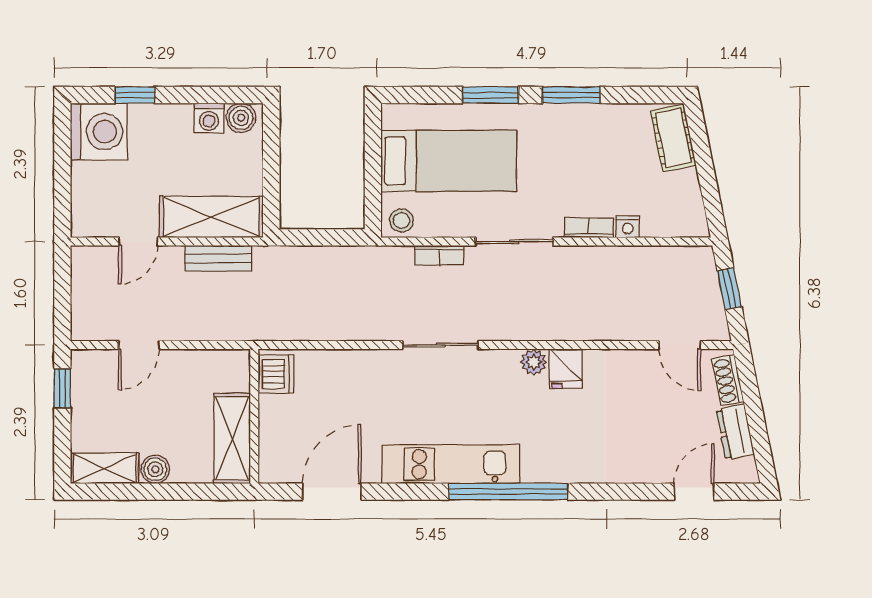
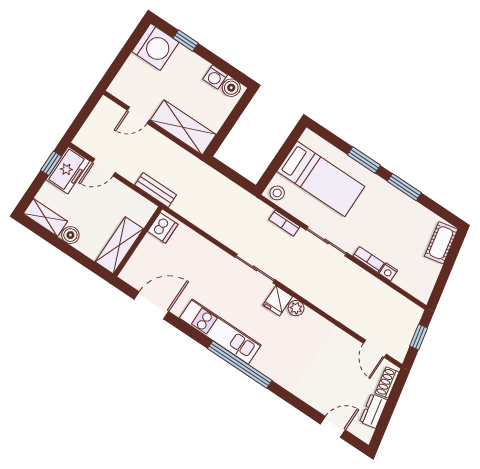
bench: (218, 258) -> (156, 190), moved
fridge: (566, 369) -> (278, 301), moved
freezer: (92, 382) -> (68, 170), added

